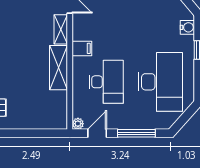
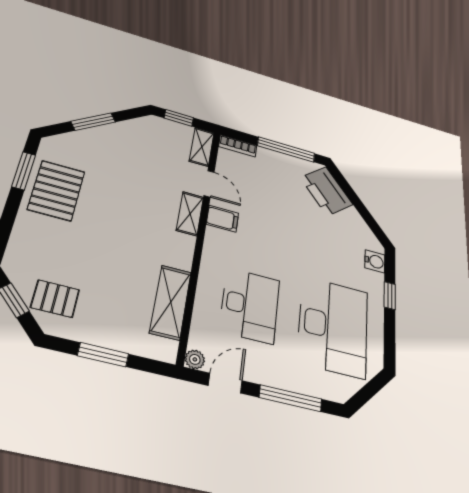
filing cabinet: (82, 48) -> (223, 219), moved
shelving: (59, 68) -> (171, 302), moved
window: (27, 133) -> (103, 355), added

